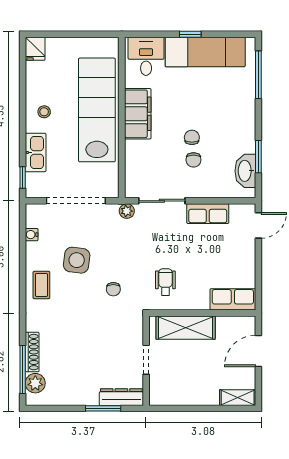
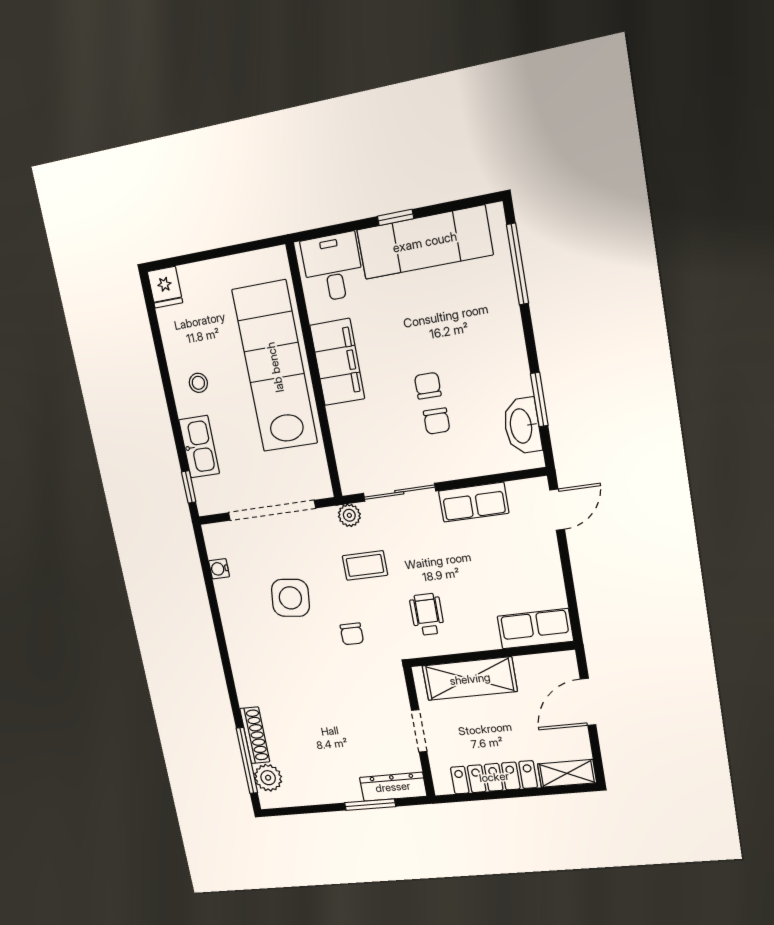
coffee table: (41, 285) -> (365, 565), moved, turned 90
locker: (190, 396) -> (494, 777), added

